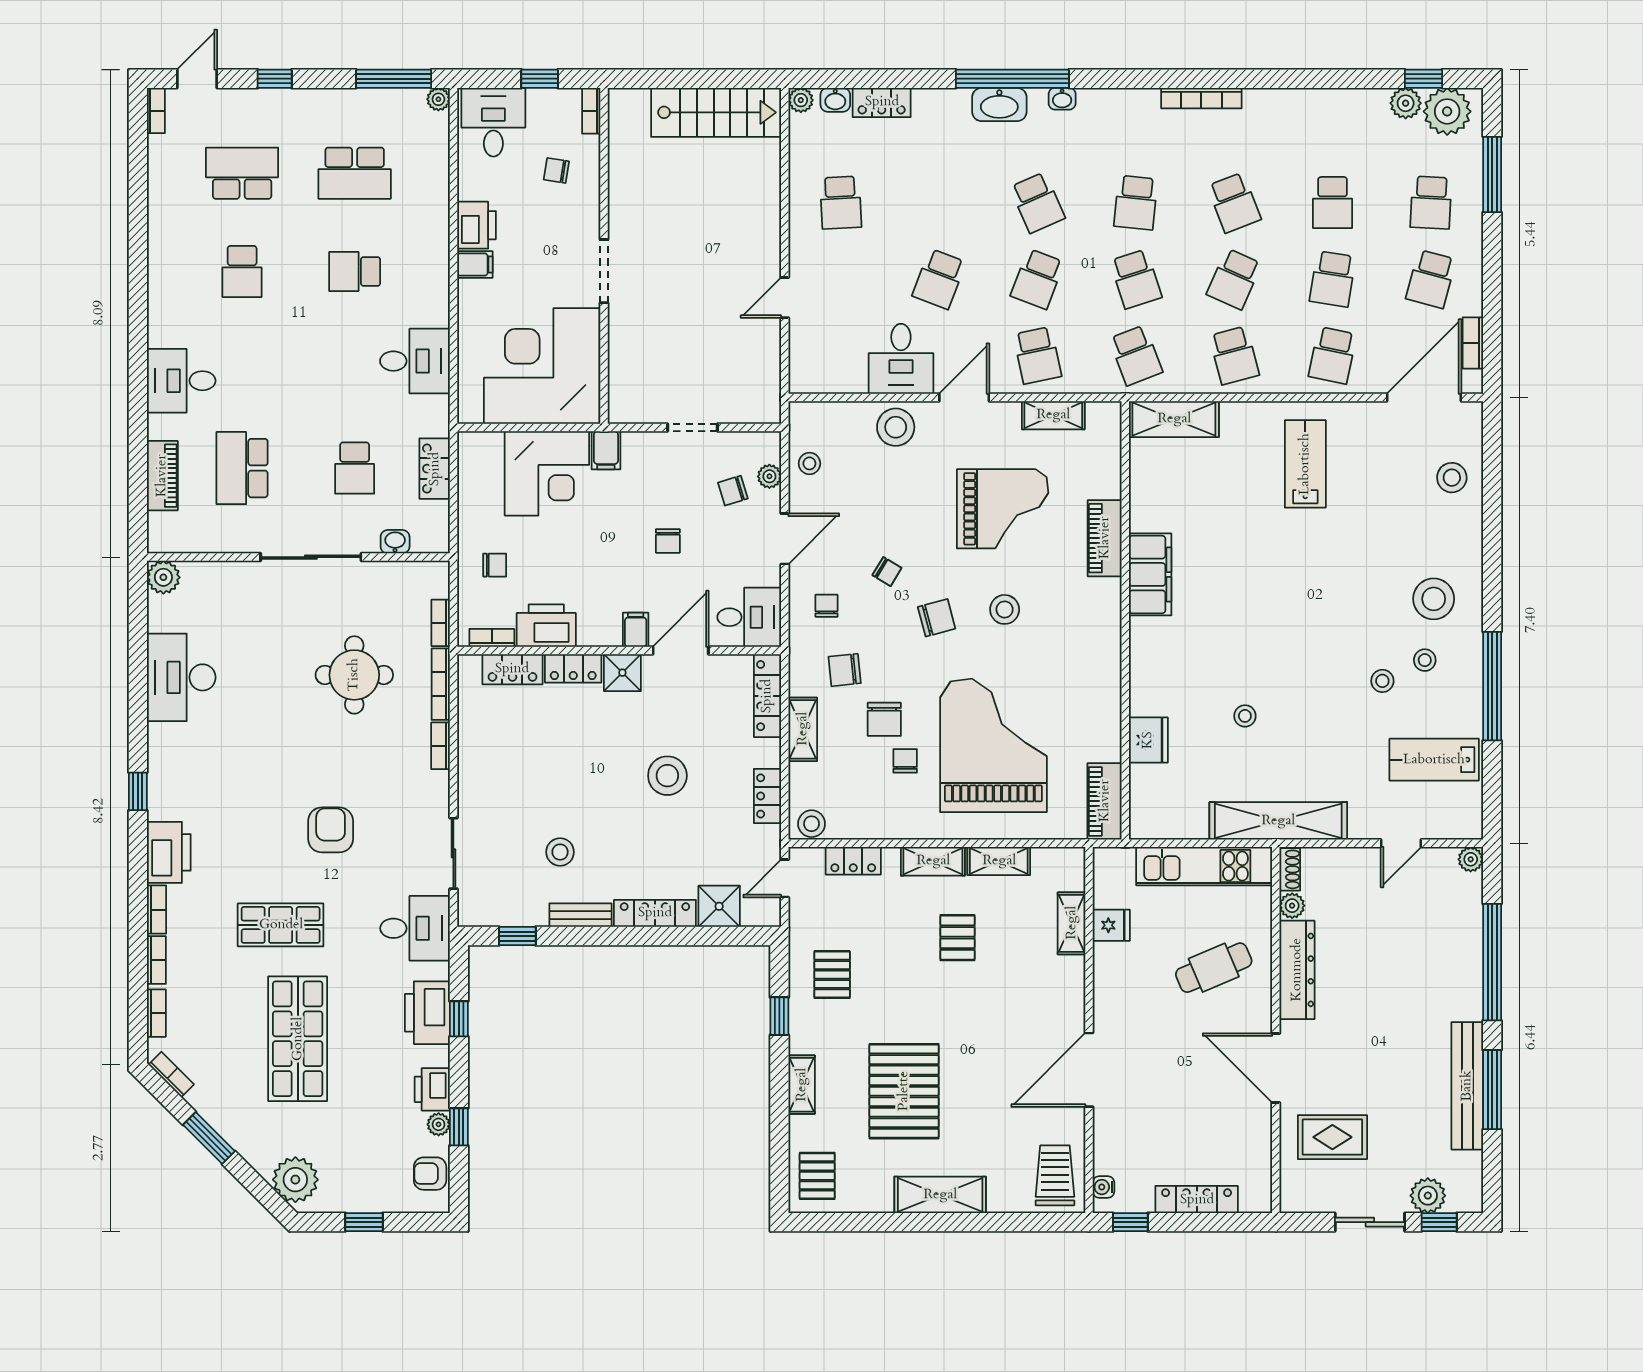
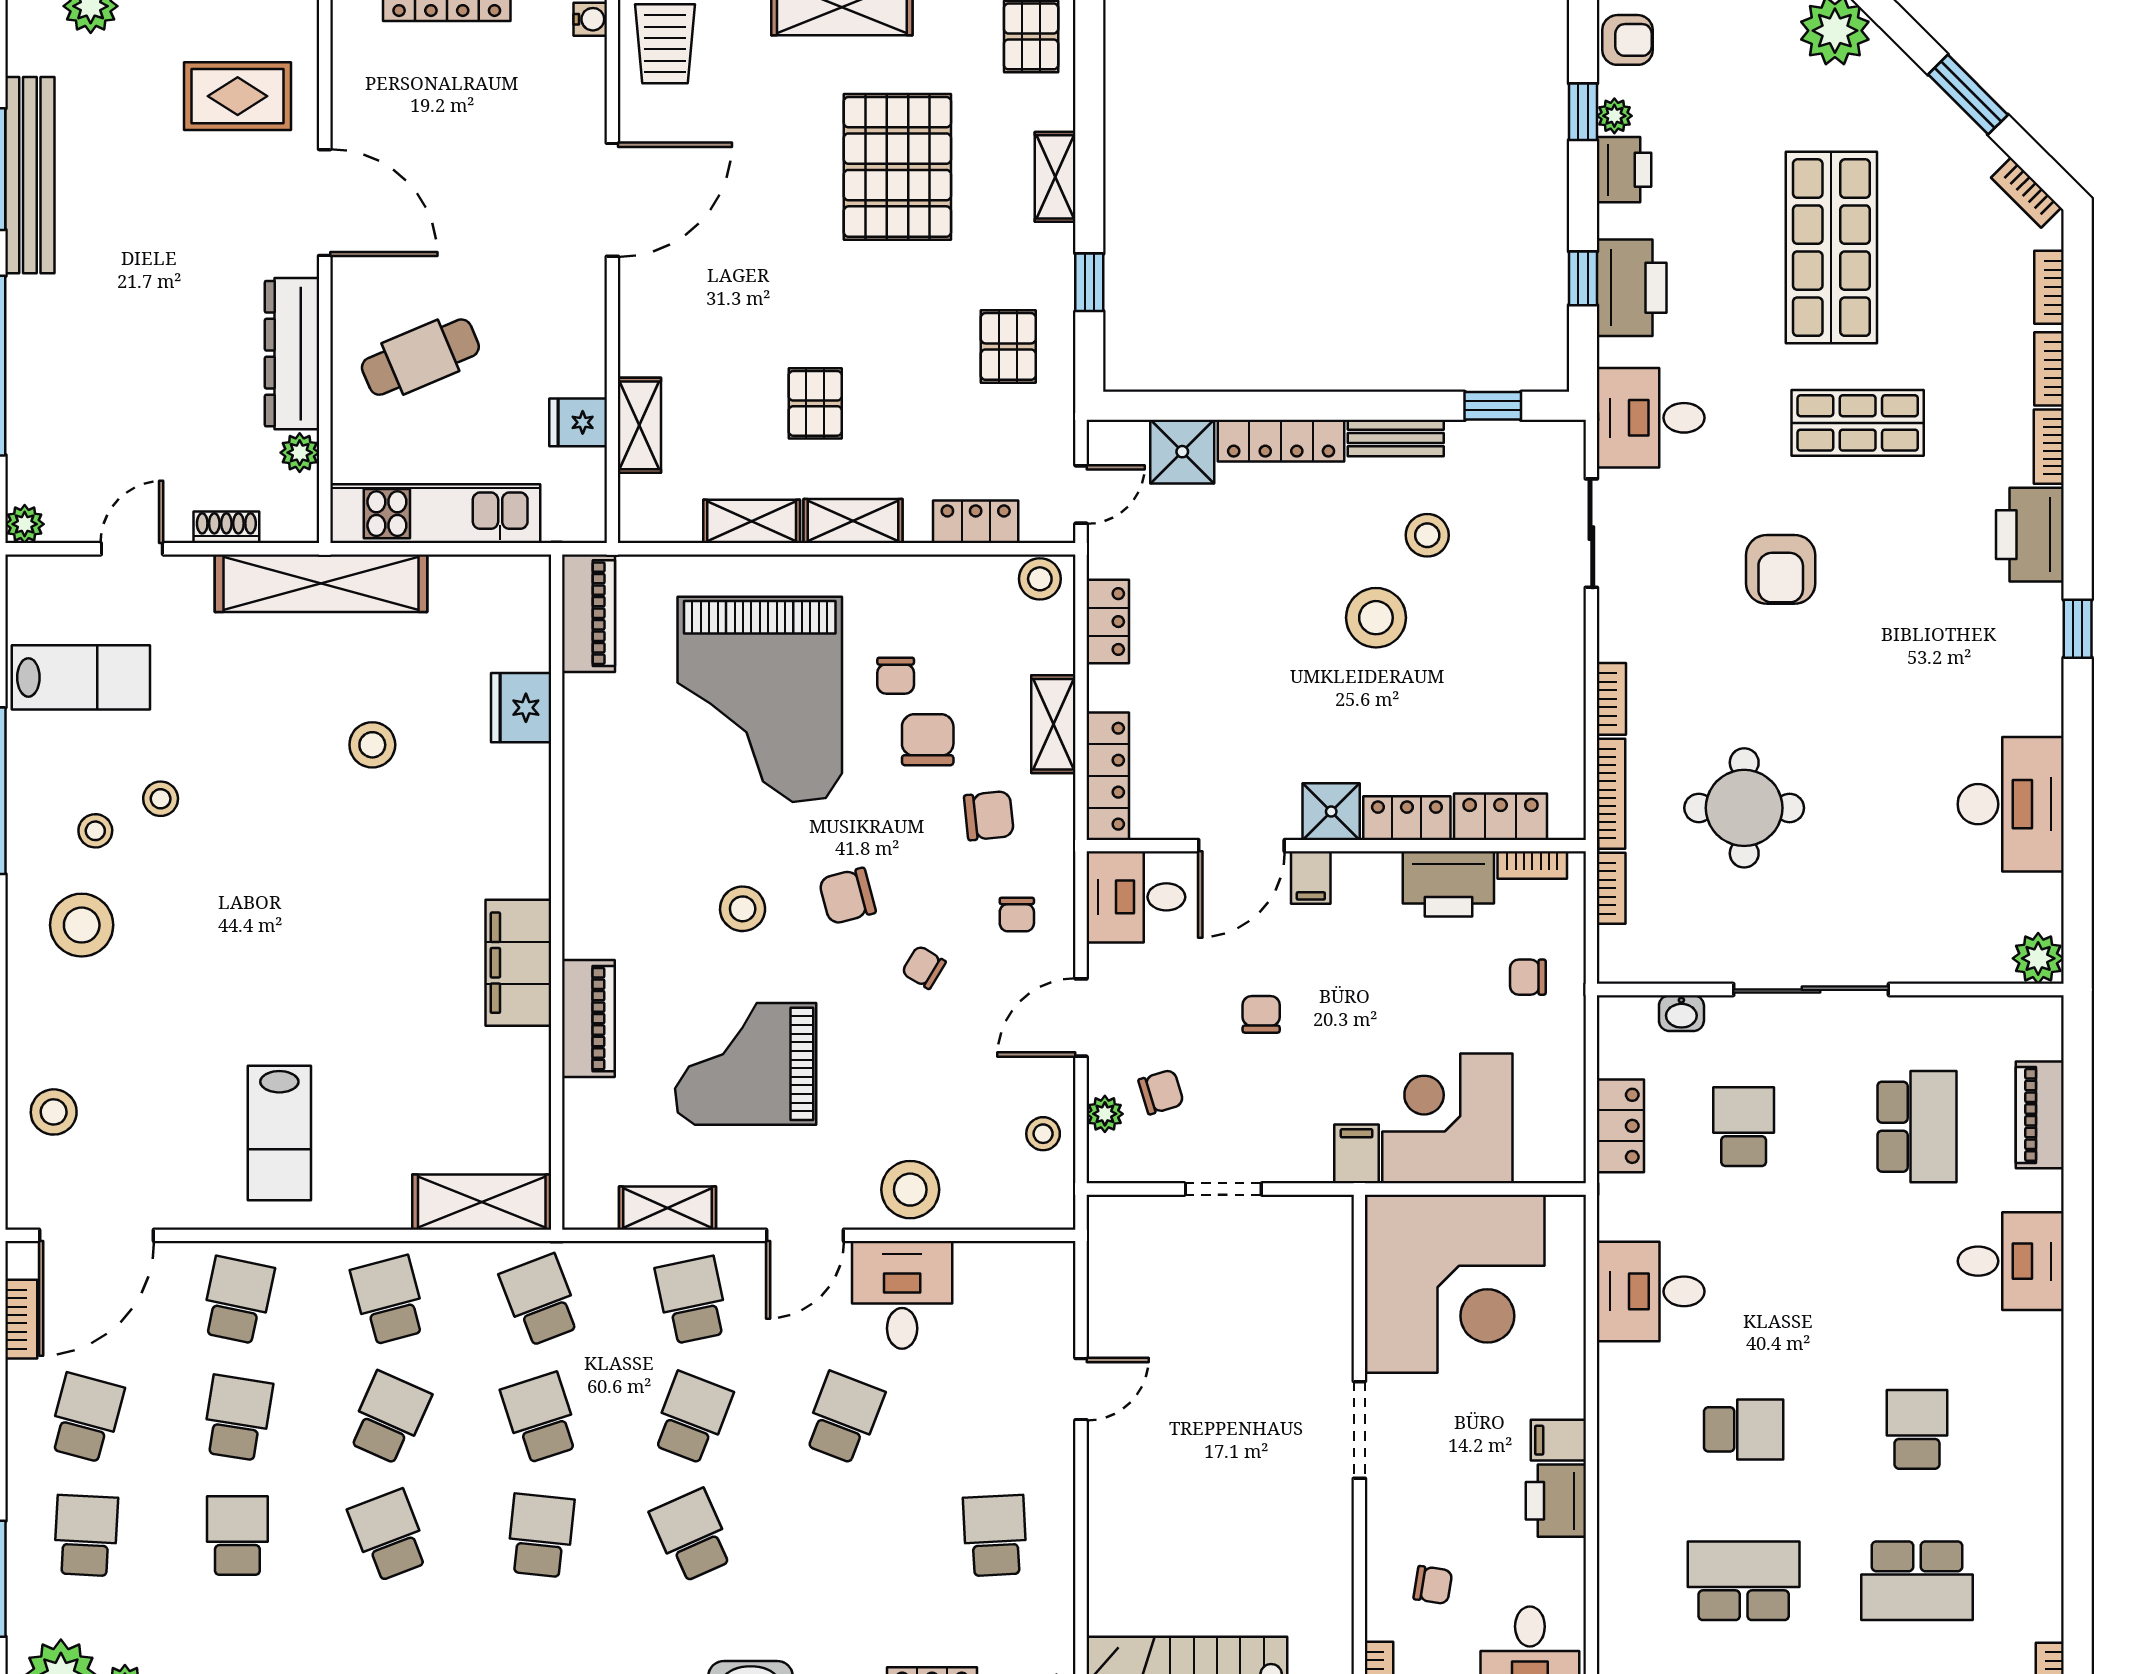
stool: (1245, 716) -> (372, 745), width x1.37, depth x1.37
stool: (667, 776) -> (1376, 618), moved
shoe rack: (1290, 869) -> (226, 527), moved, turned 90

